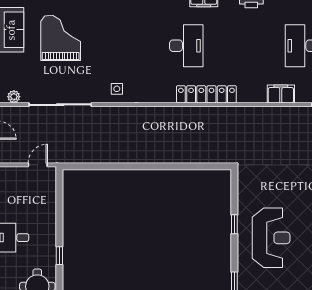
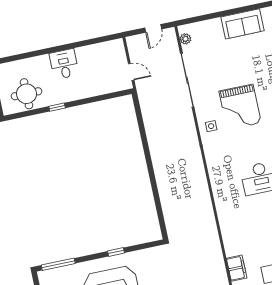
grand piano: (61, 38) -> (240, 107), moved, turned 90
locker: (206, 94) -> (223, 204), removed

